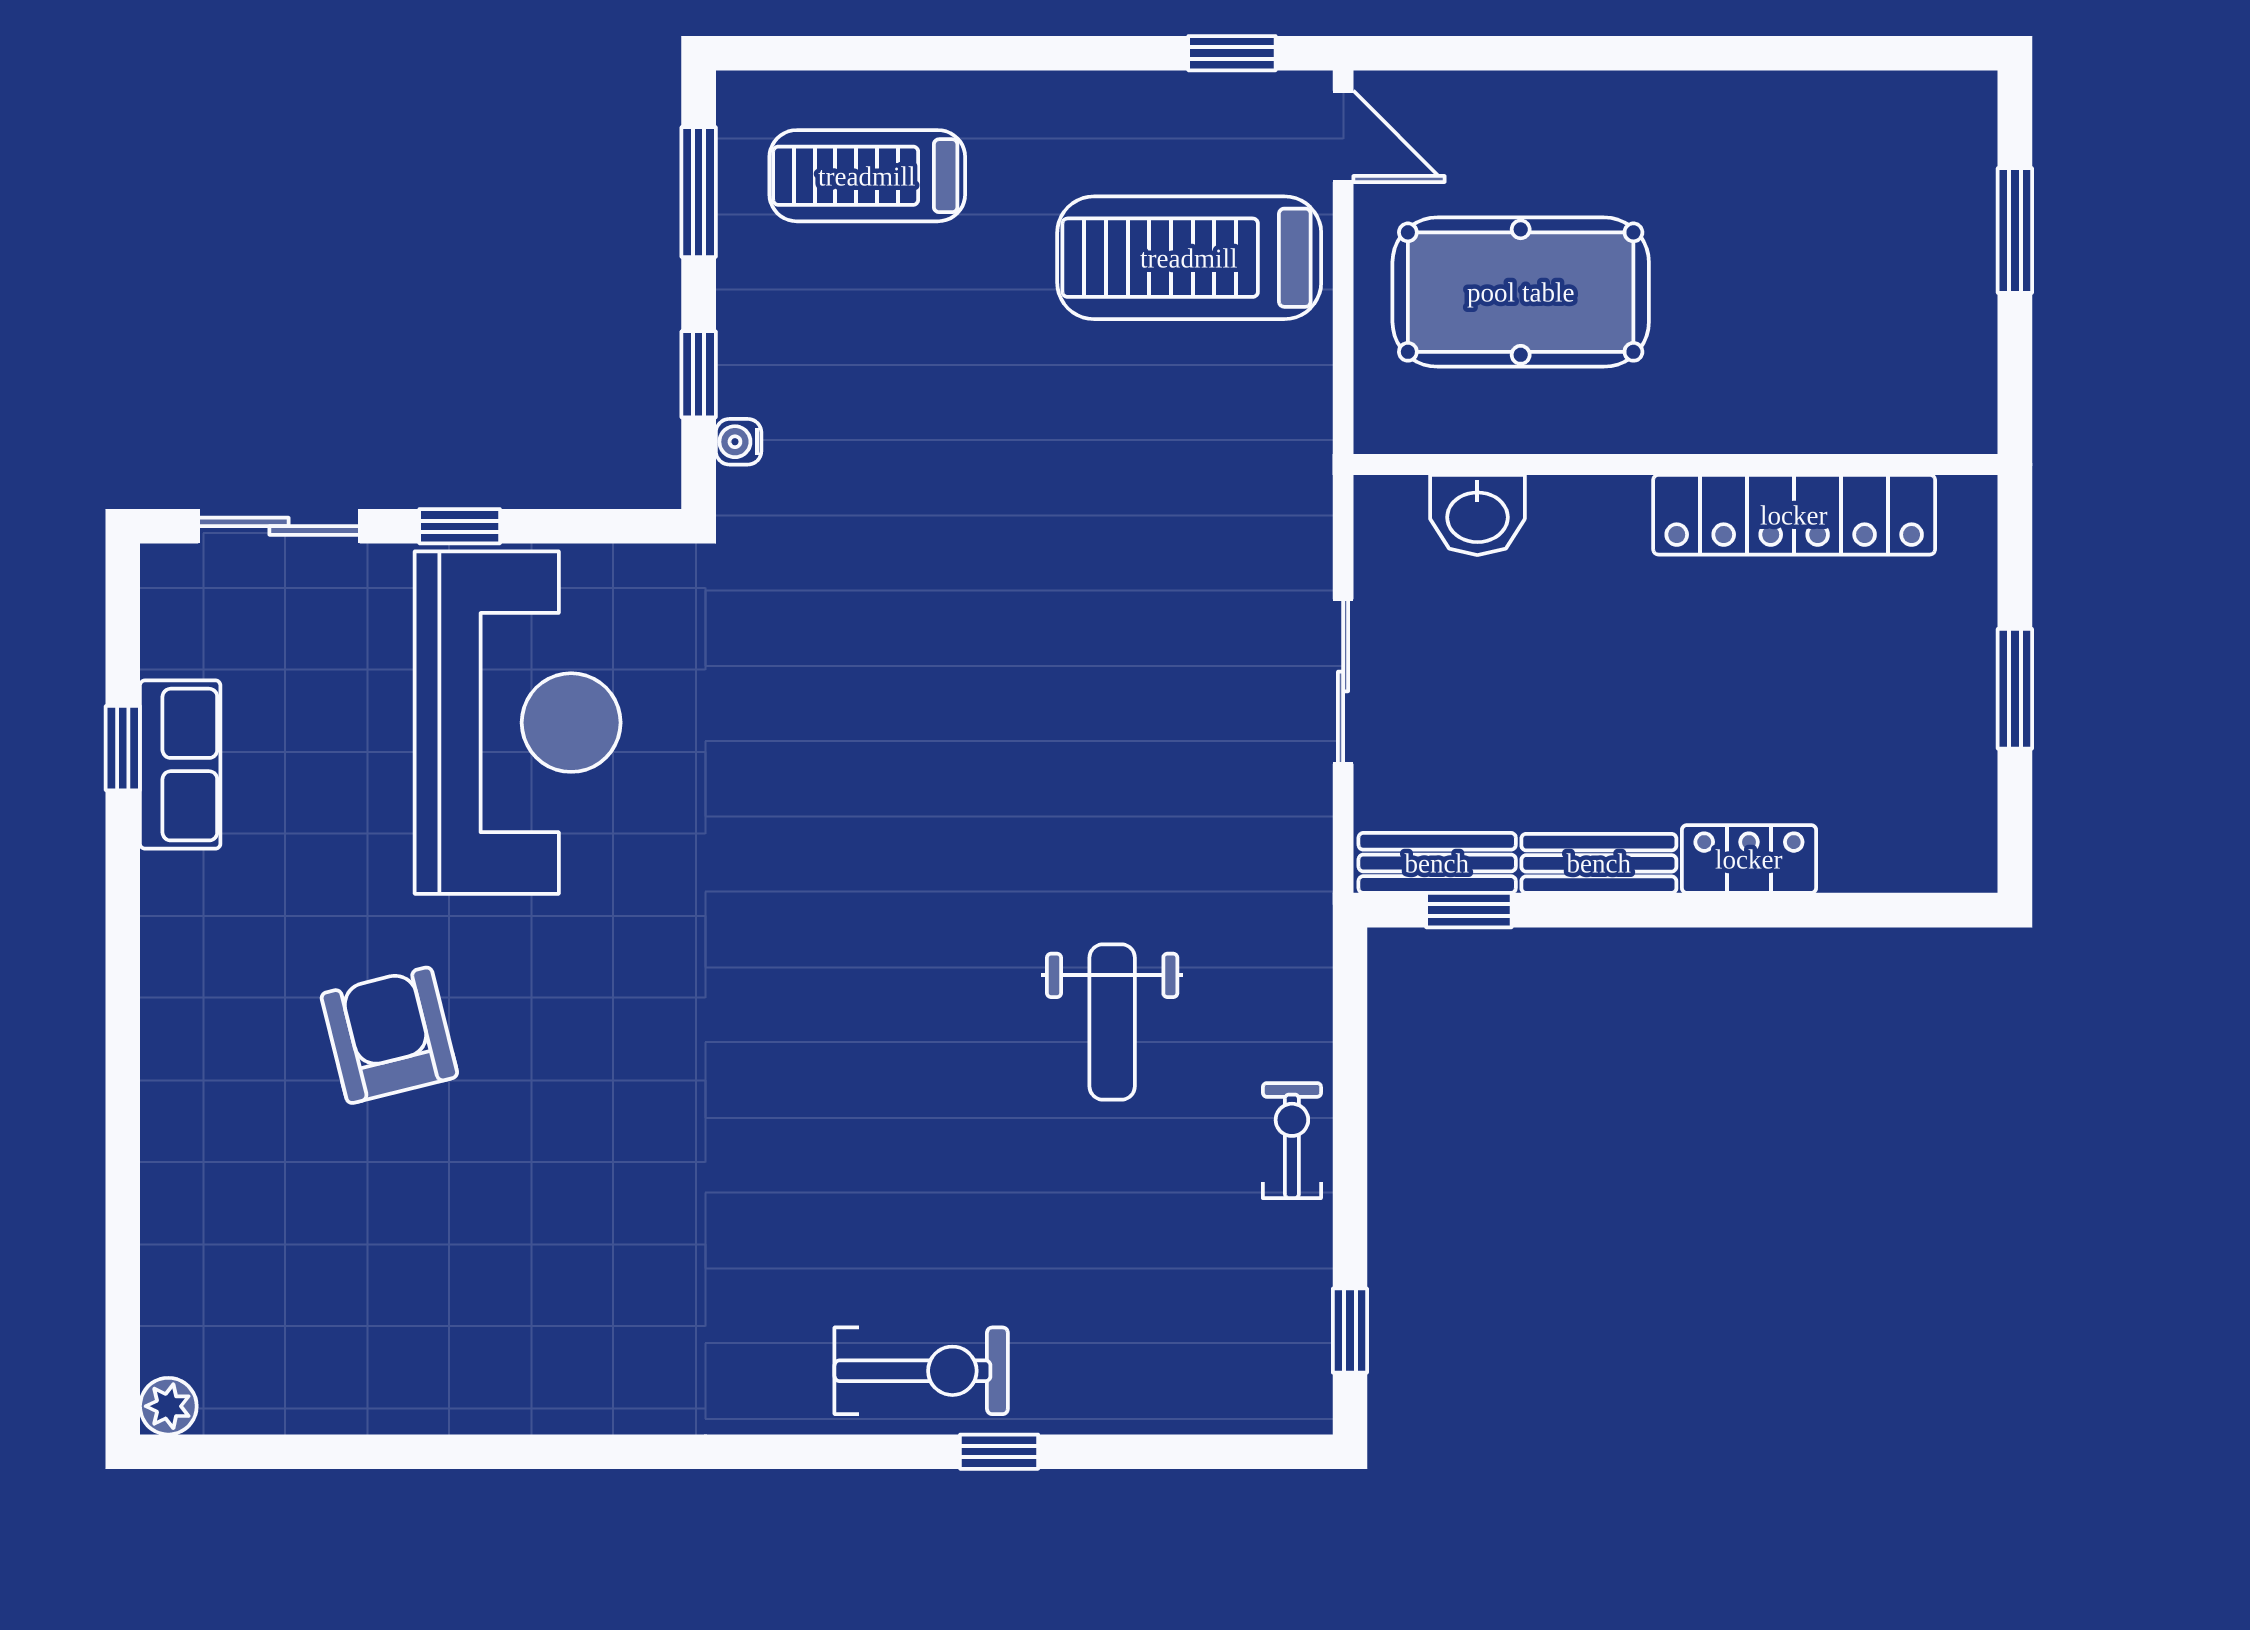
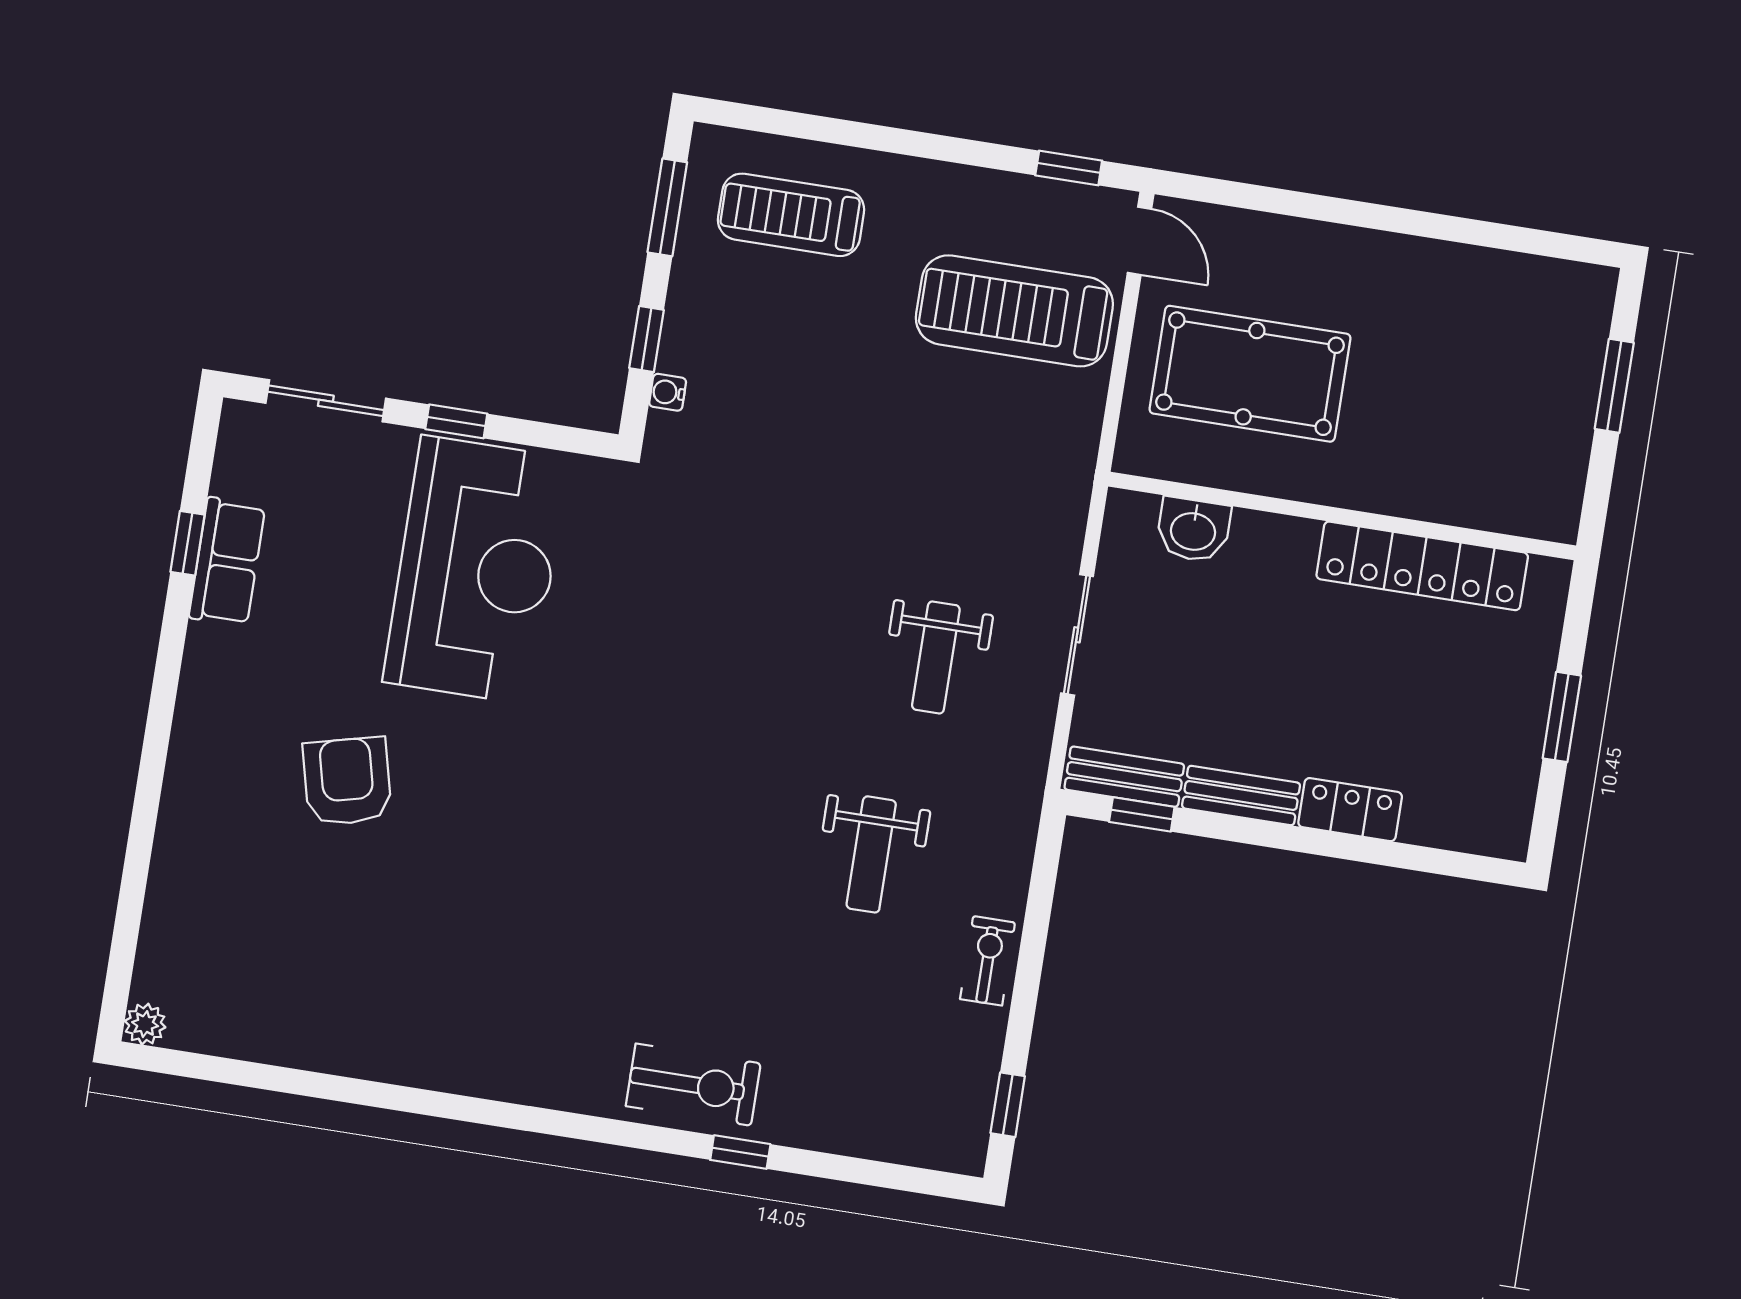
weight bench: (1157, 742) -> (936, 657), added

